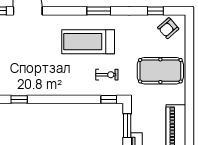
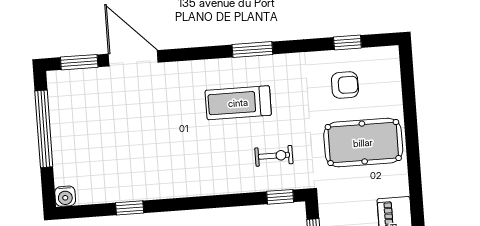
armchair: (168, 28) -> (345, 85), moved, turned -139
treadmill: (88, 42) -> (238, 103), width x0.73, depth x0.73

